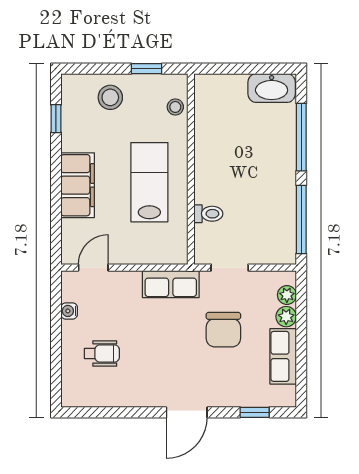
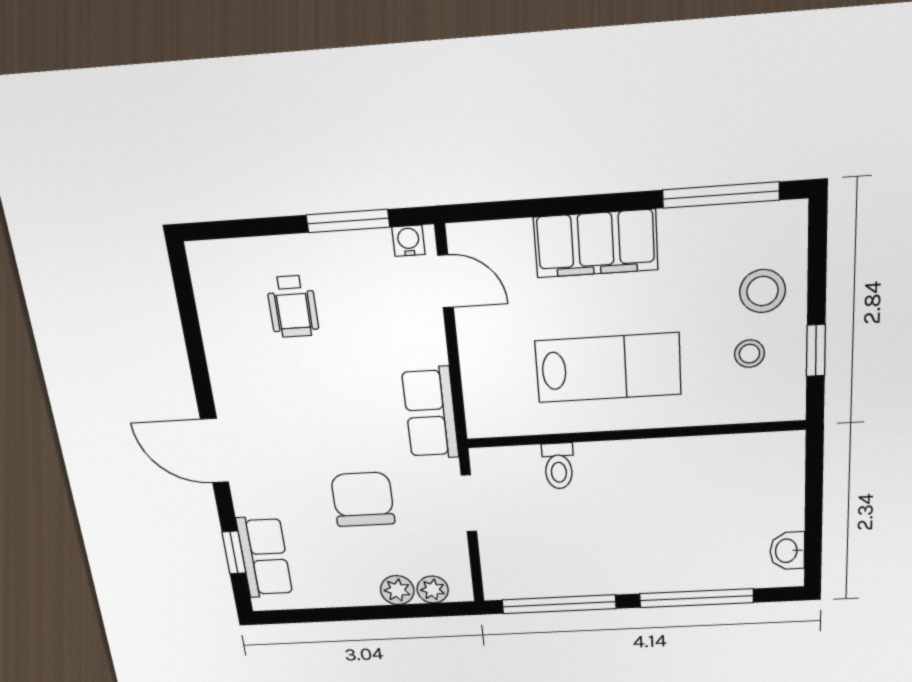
washbasin: (272, 88) -> (787, 551), width x0.52, depth x0.69
stool: (175, 107) -> (749, 354), moved
window: (56, 119) -> (721, 195), width x2.17
water cooler: (69, 311) -> (408, 241), moved
window: (56, 316) -> (348, 221), added
chair: (223, 330) -> (363, 499), turned 90
row of seats: (283, 356) -> (265, 557), moved, turned 90

